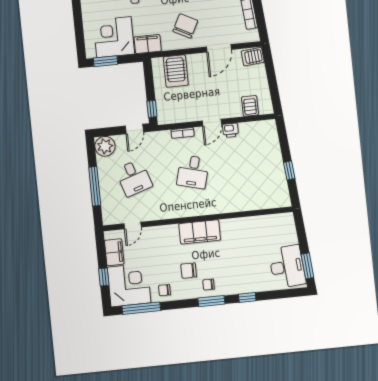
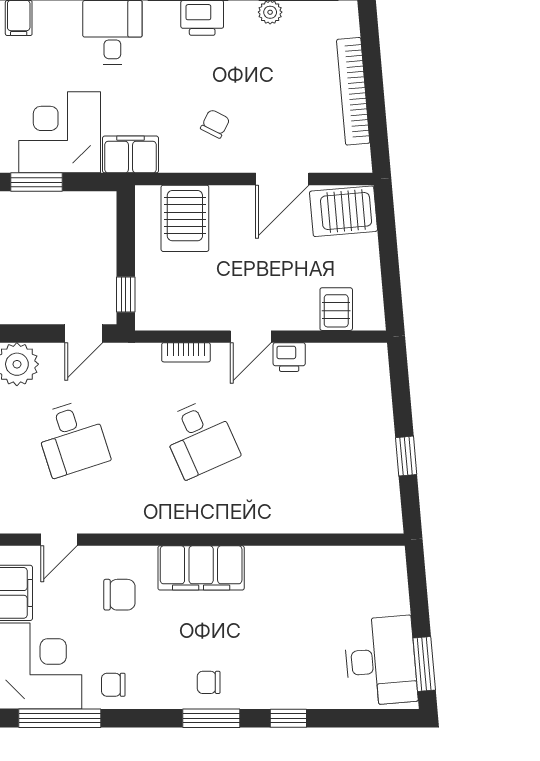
chair: (185, 26) -> (215, 124), width x0.54, depth x0.54
server rack: (253, 57) -> (343, 211), width x1.36, depth x1.44
desk: (193, 172) -> (200, 438), turned -39
chair: (189, 271) -> (119, 595), moved, turned 180

